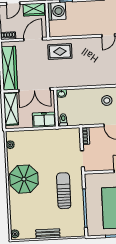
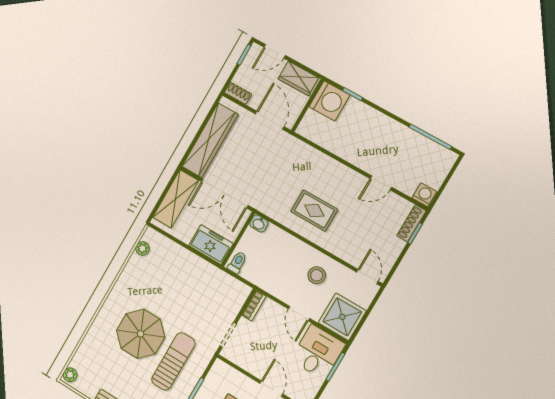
door: (33, 39) -> (270, 120), hinge flipped
rug: (60, 51) -> (314, 211), moved
parasol: (24, 179) -> (141, 334), moved

